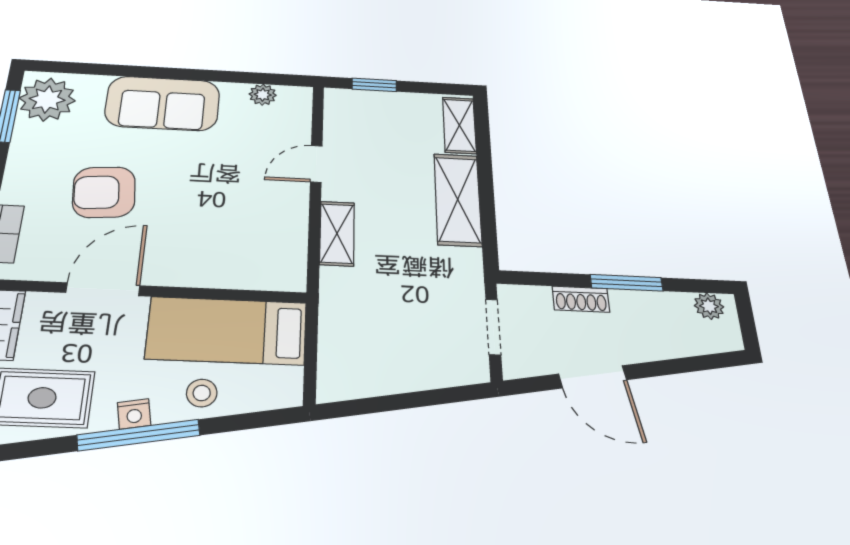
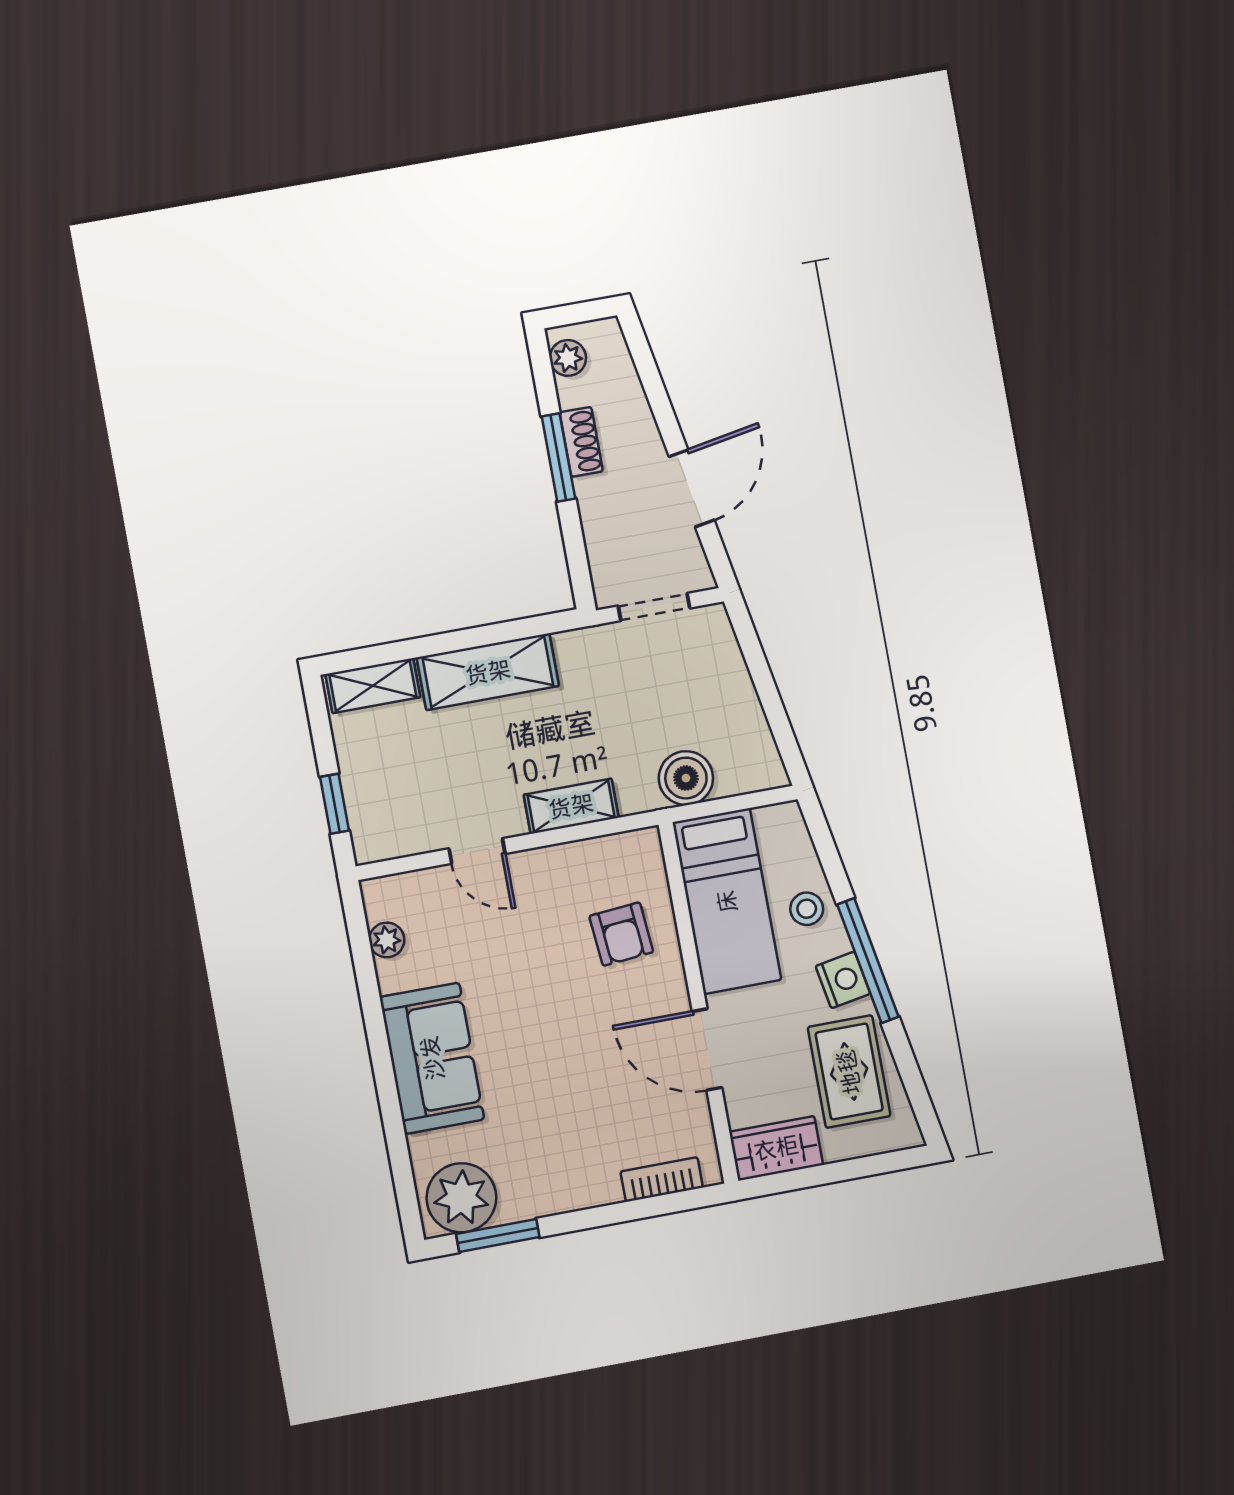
armchair: (104, 192) -> (621, 934), moved, width x0.72, depth x0.72
shoe rack: (581, 299) -> (581, 442), moved
boiler: (342, 321) -> (686, 778), added
nightstand: (134, 414) -> (843, 980), width x1.39, depth x1.35

